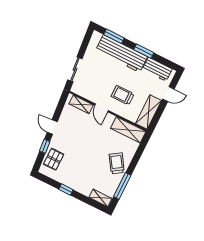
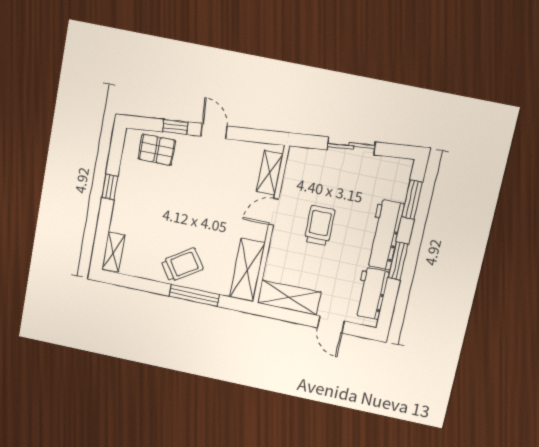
workbench: (121, 54) -> (384, 235), width x0.73, depth x0.76
sliding door: (75, 69) -> (351, 146), moved
trolley: (123, 95) -> (320, 226), moved
door: (52, 127) -> (214, 131), hinge flipped
window: (122, 186) -> (194, 295), moved

